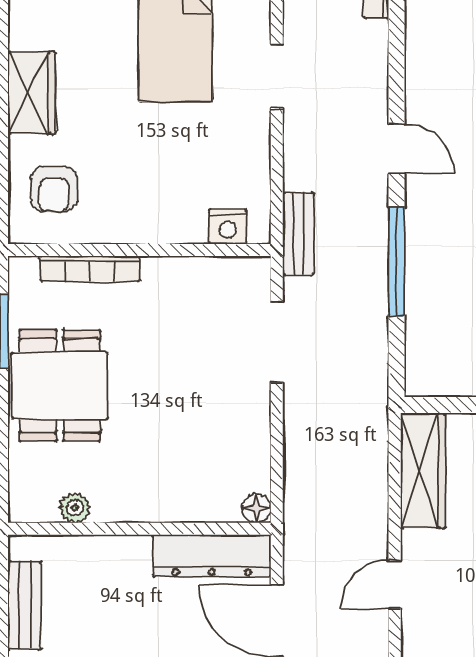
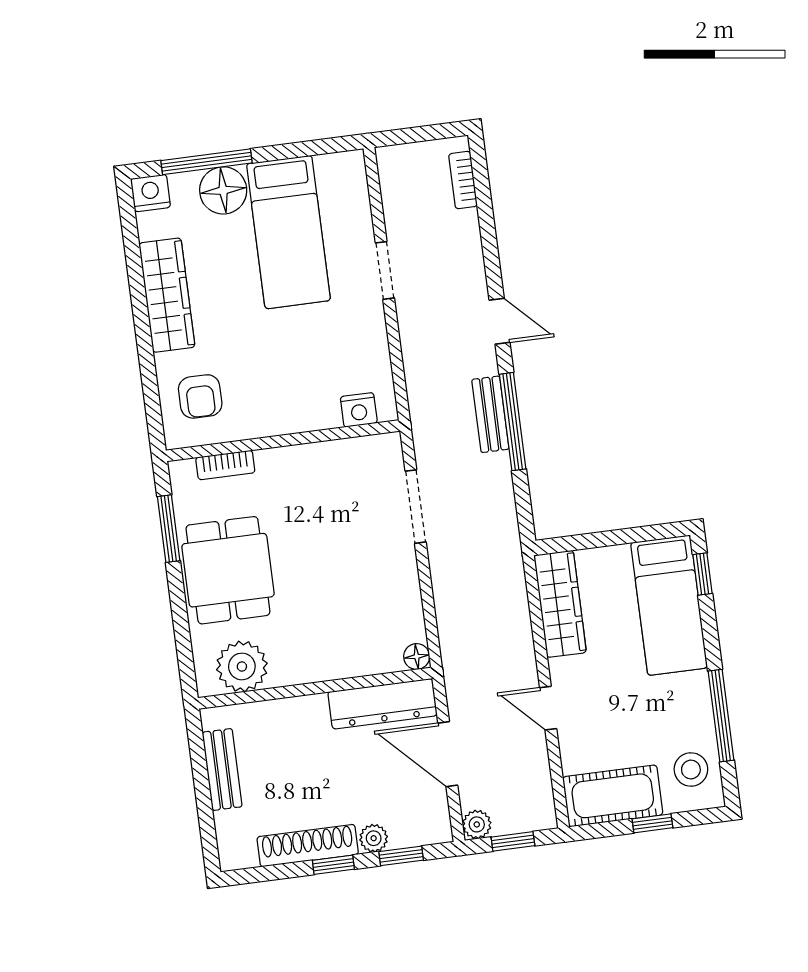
wardrobe: (32, 93) -> (167, 295), width x1.50
bench: (298, 234) -> (490, 414), moved
bookcase: (90, 269) -> (225, 465), width x0.64
plant: (75, 508) -> (242, 666), width x1.88, depth x1.88
door: (395, 584) -> (548, 708), hinge flipped

